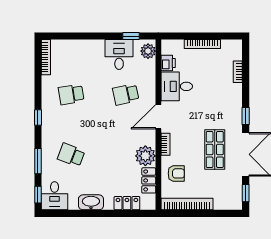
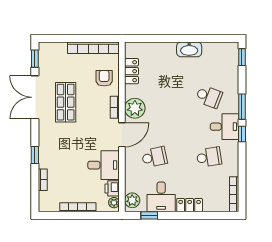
plant: (166, 49) -> (114, 203), added
window: (246, 116) -> (35, 155), moved
plant: (145, 156) -> (135, 108), moved
window: (38, 161) -> (242, 107), moved
armchair: (176, 173) -> (104, 78), turned 90
desk: (55, 196) -> (224, 127), moved, turned 90
locker: (127, 203) -> (190, 205), moved, turned 180

